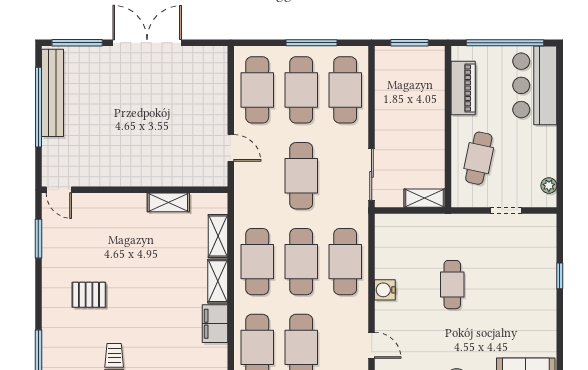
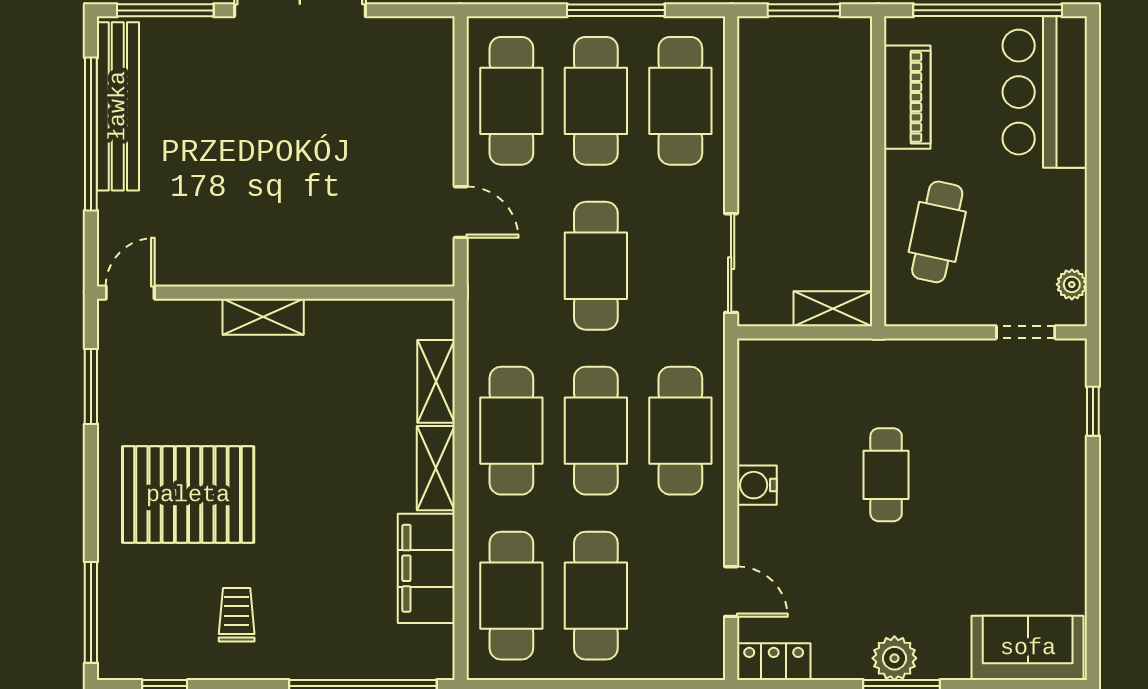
door: (59, 190) -> (130, 293), swing flipped
shelving: (168, 202) -> (263, 317), moved
doorway: (506, 210) -> (1026, 332), moved
window: (560, 276) -> (1093, 411), moved
pallet: (89, 295) -> (188, 495), width x2.05, depth x2.00
filing cabinet: (215, 324) -> (426, 568), width x1.50, depth x1.17

